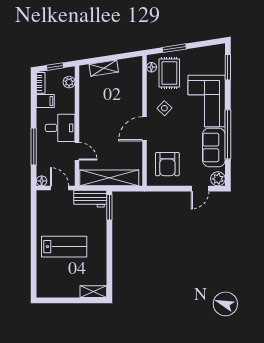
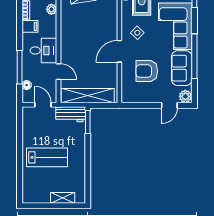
armchair: (167, 164) -> (147, 71), moved, turned 90
floor lamp: (42, 181) -> (27, 85), moved
shelving: (93, 292) -> (63, 198), moved

